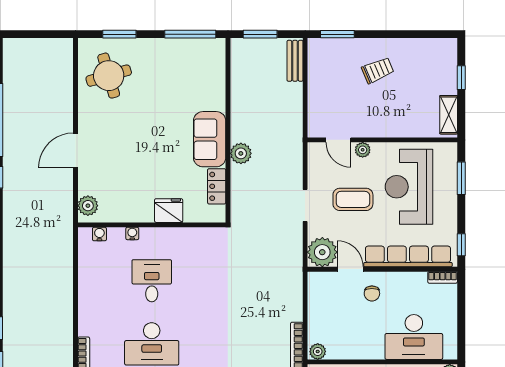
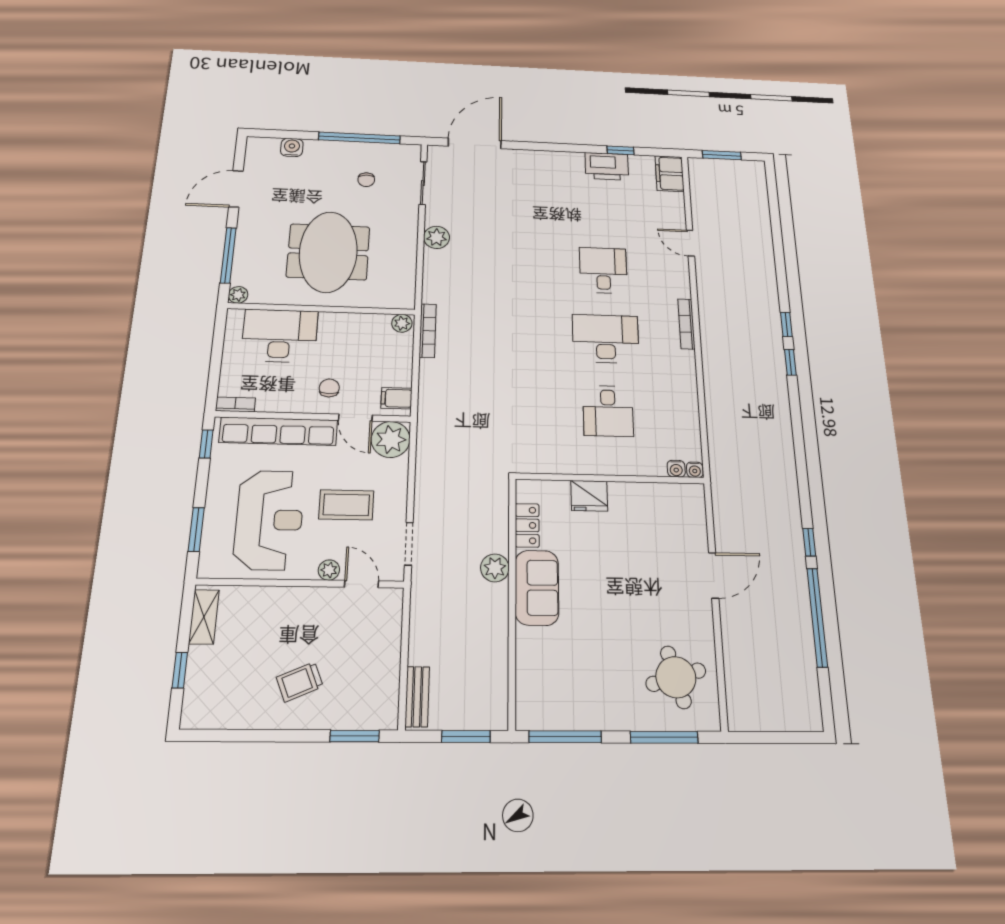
window: (119, 34) -> (664, 737), width x1.44
plant: (88, 206) -> (693, 504), removed
doorway: (305, 206) -> (409, 544), moved
water cooler: (132, 233) -> (695, 470), moved
filing cabinet: (319, 286) -> (396, 398), added

